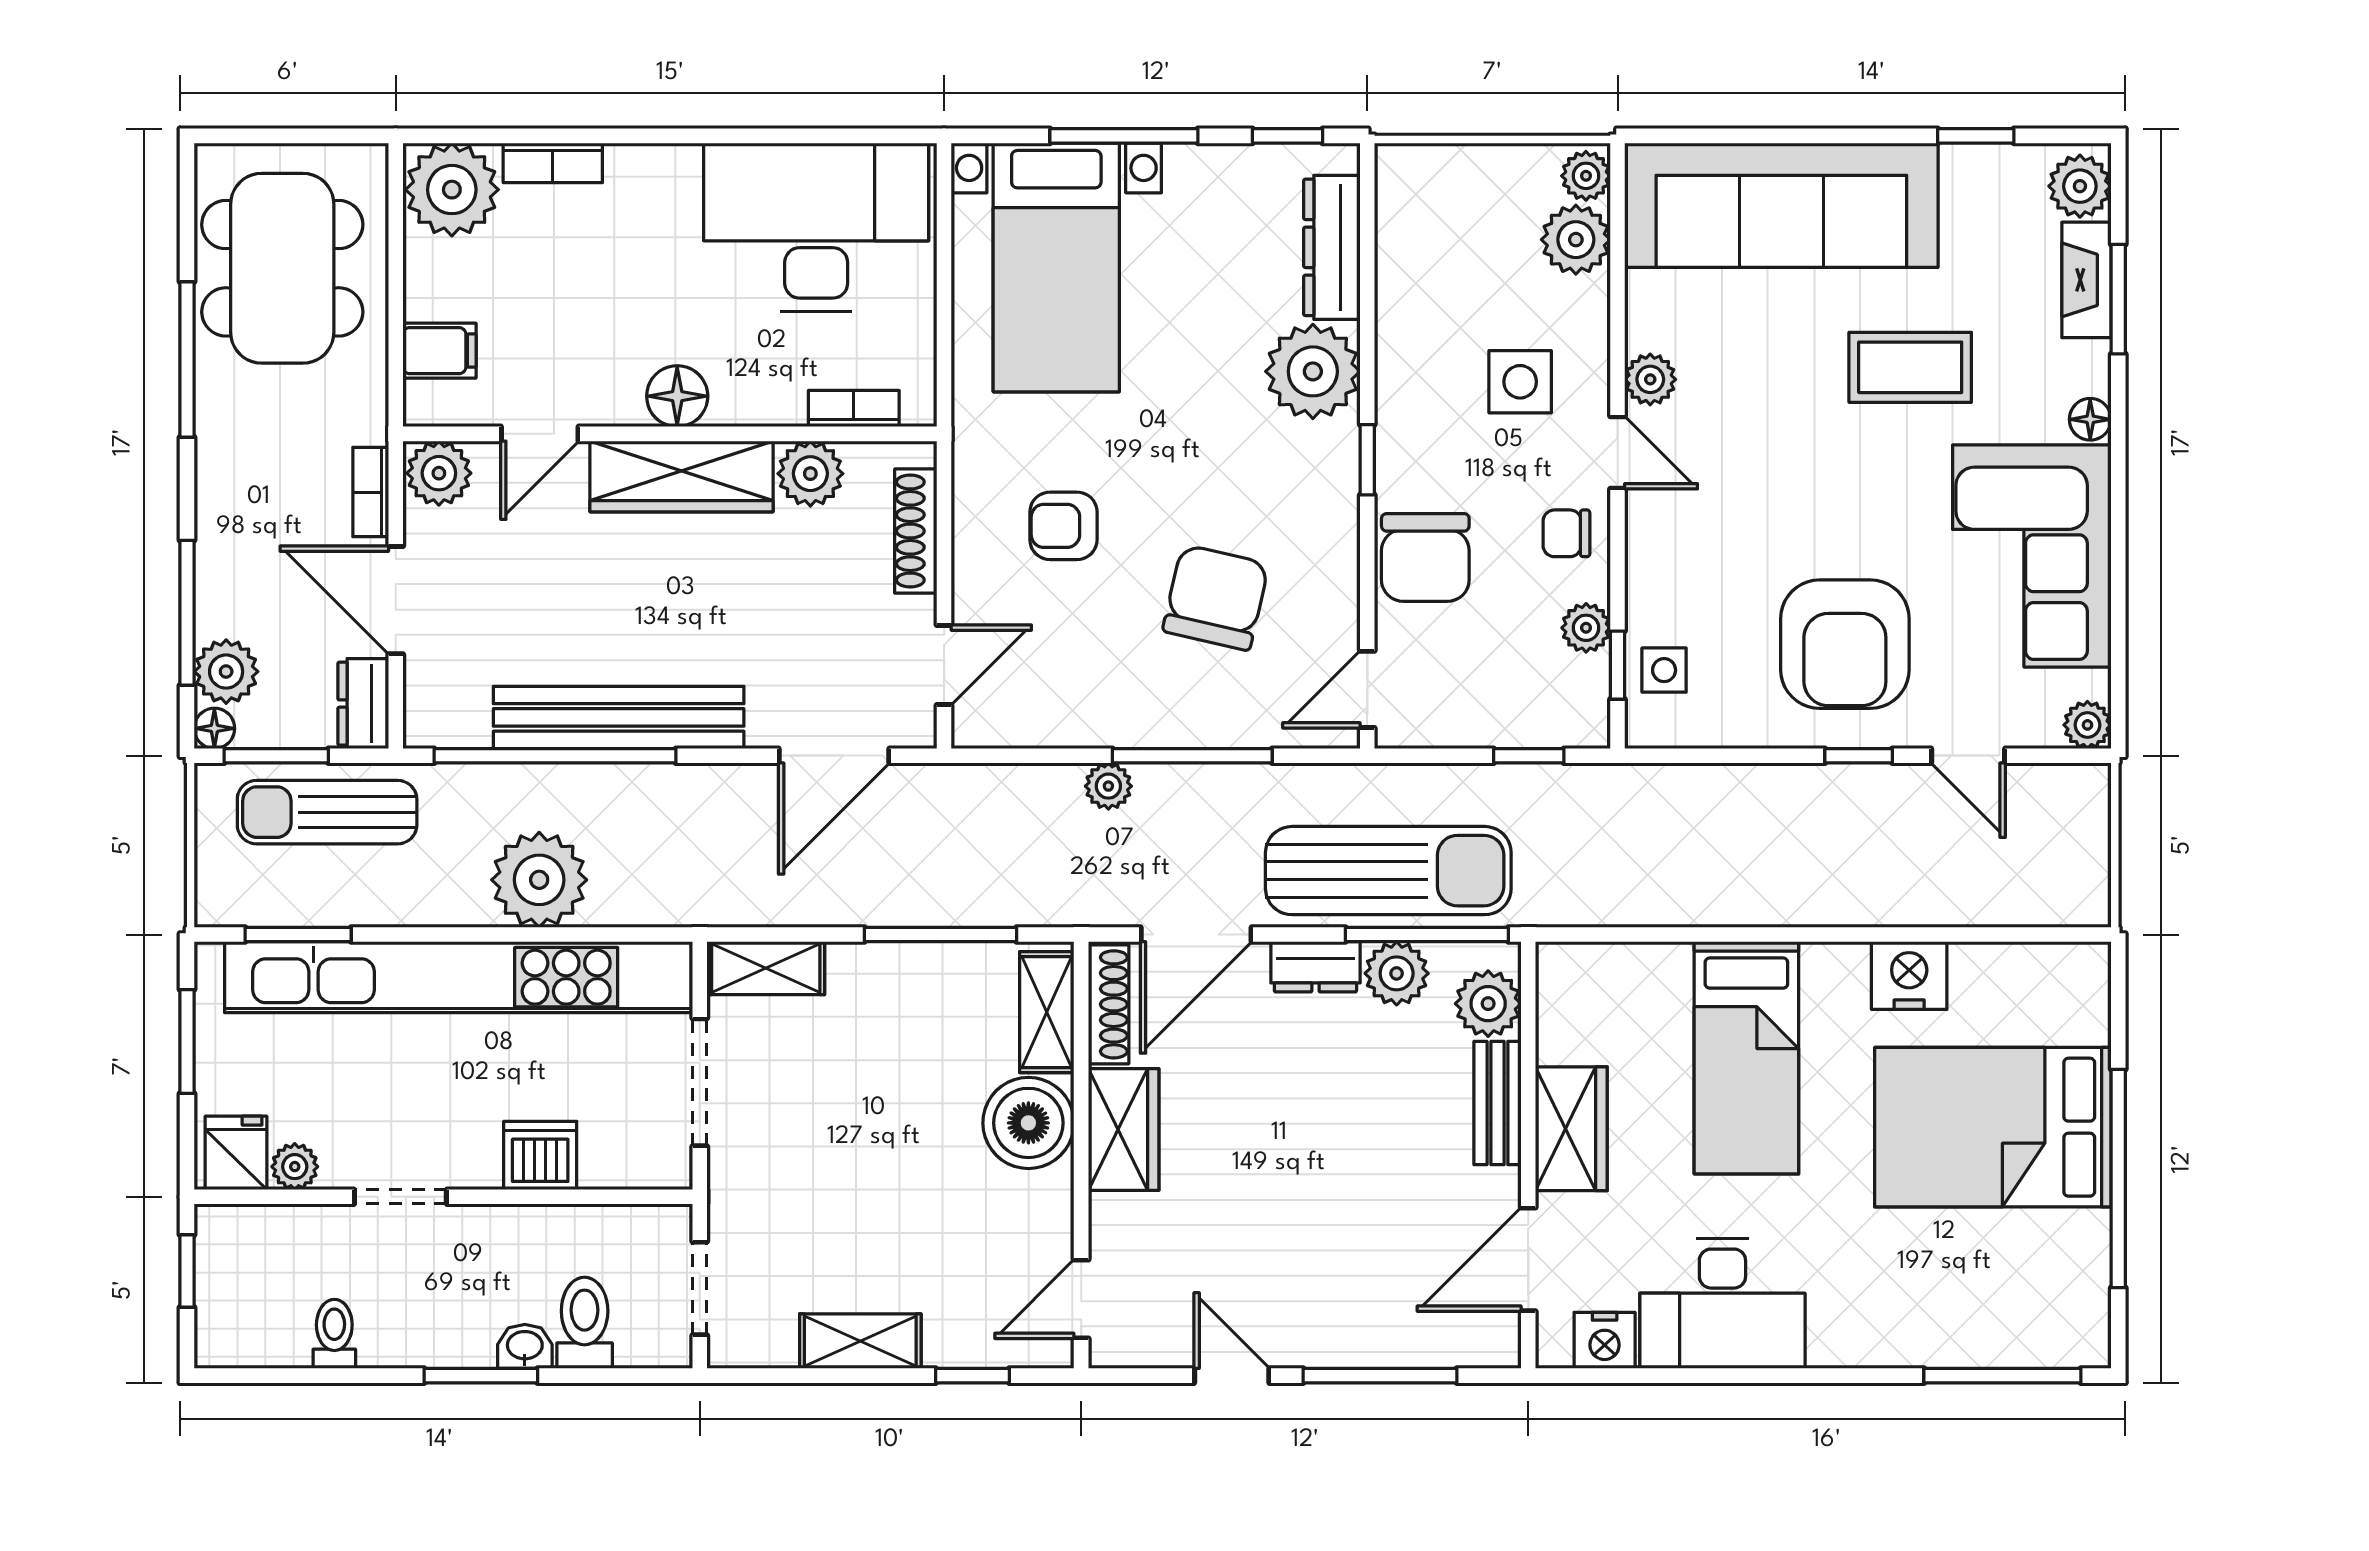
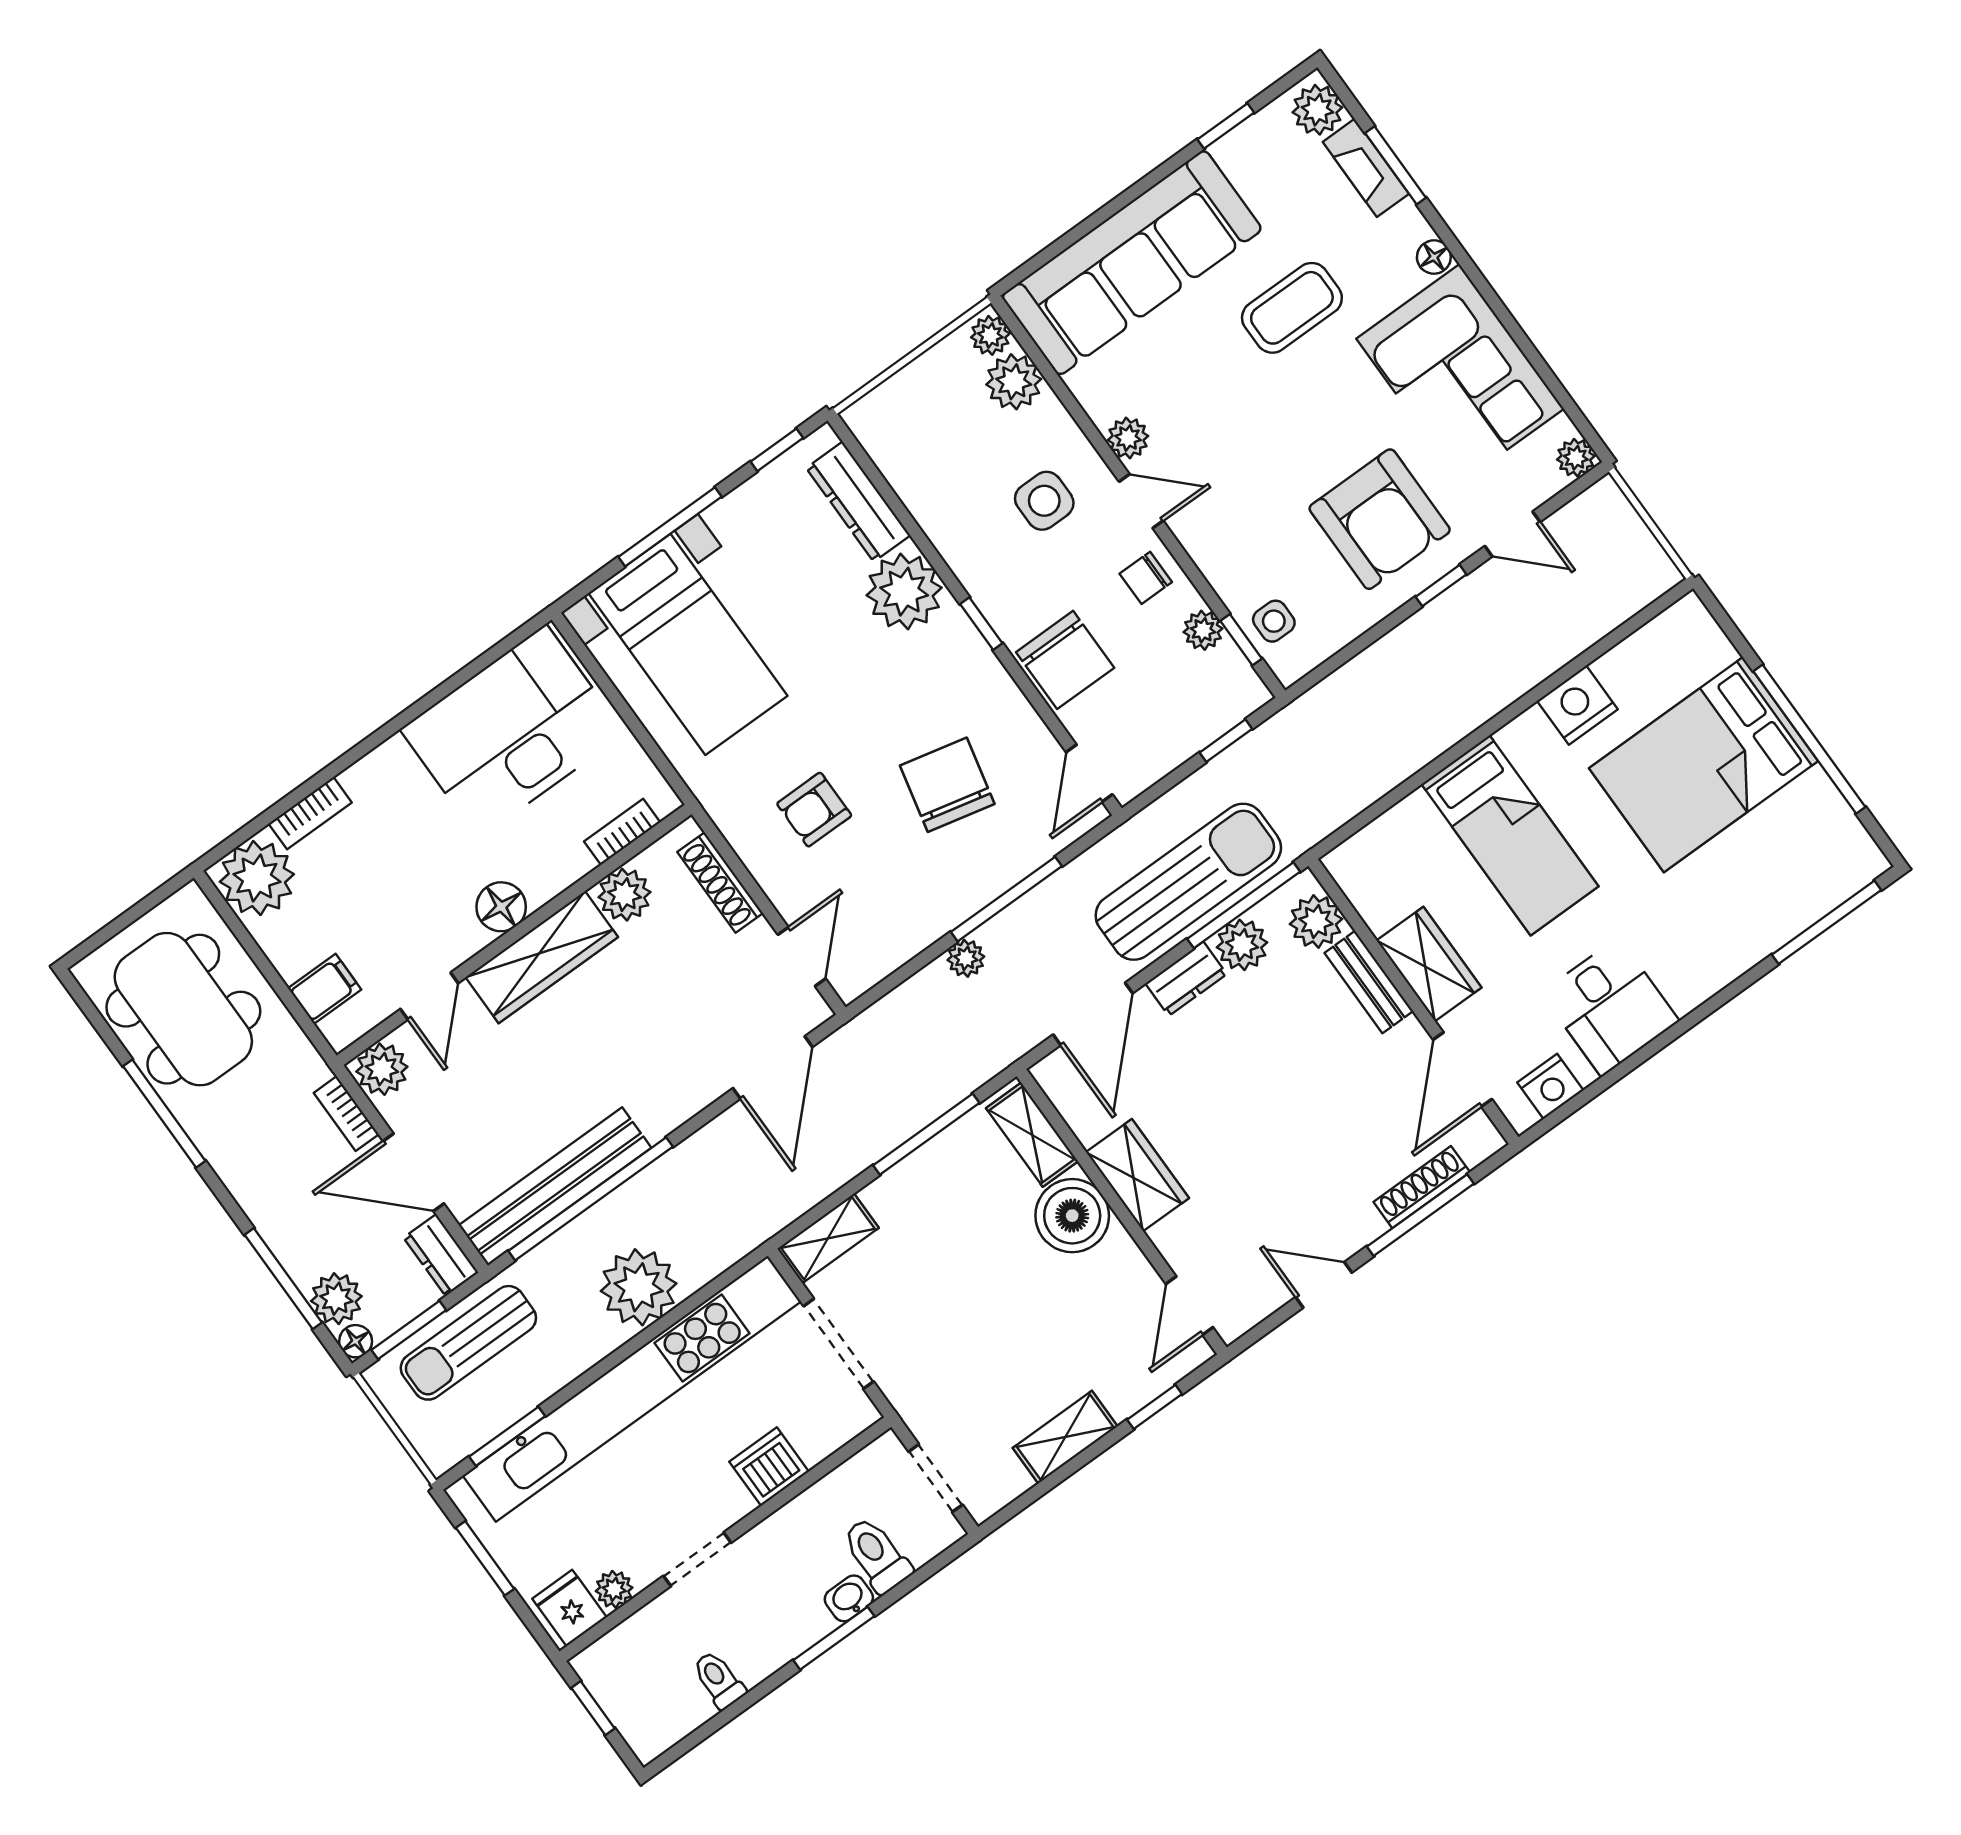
bench: (619, 717) -> (555, 1186), moved
shoe rack: (1109, 1004) -> (1422, 1187), moved, turned -90
desk: (1722, 1304) -> (1610, 1007), width x0.73

